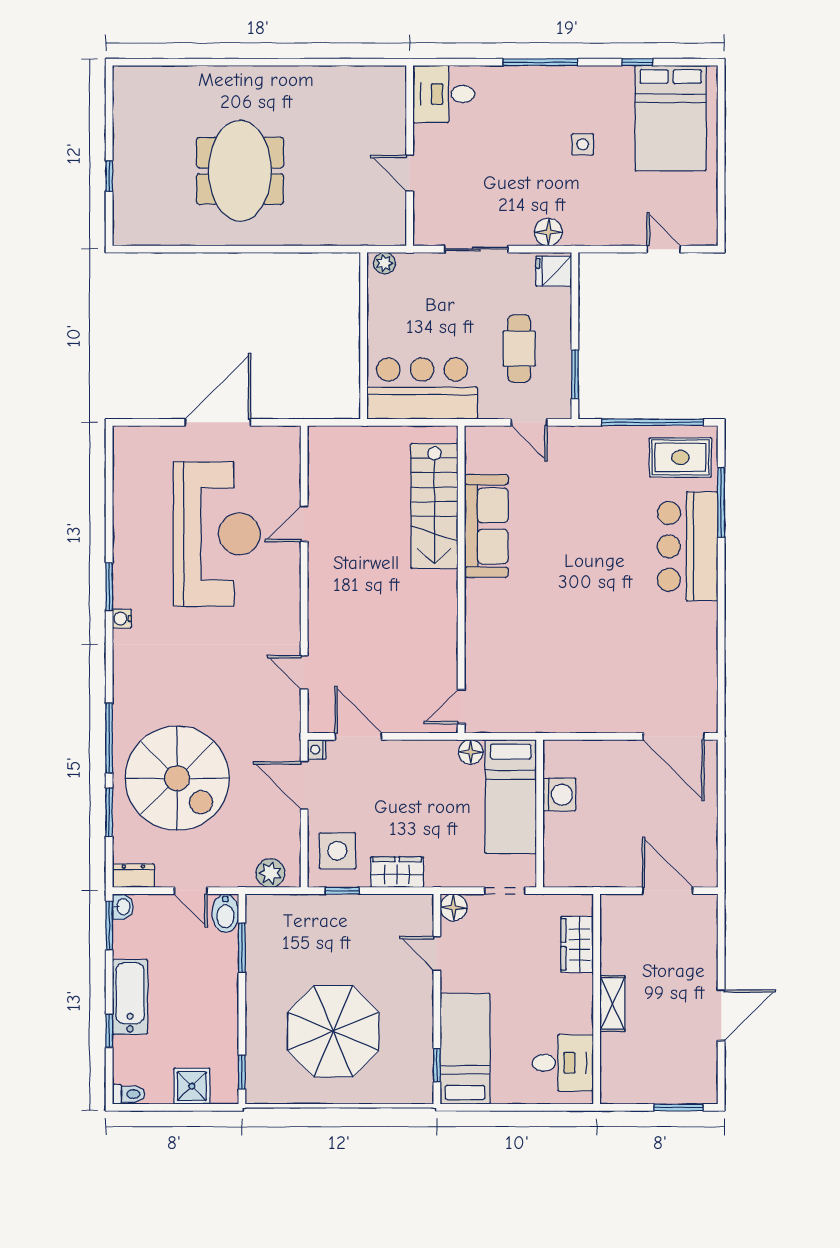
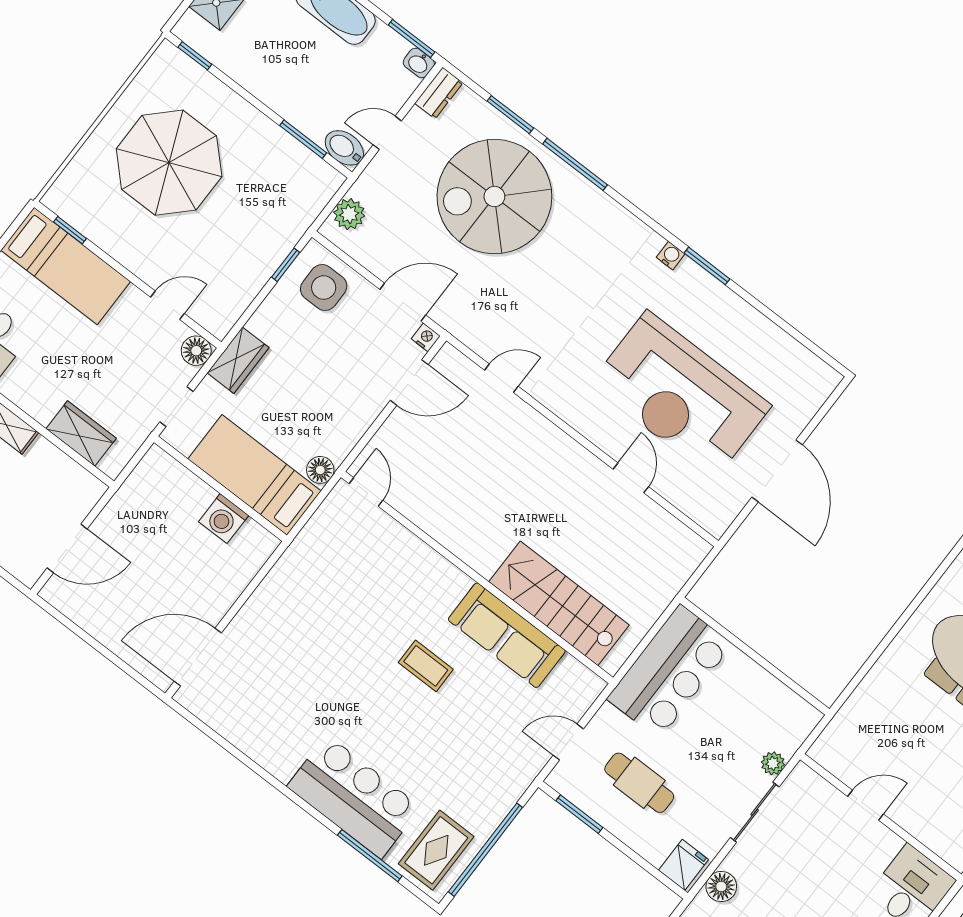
plant: (384, 263) -> (773, 763), moved
coffee table: (553, 567) -> (426, 666), added
wardrobe: (397, 872) -> (238, 360), moved

